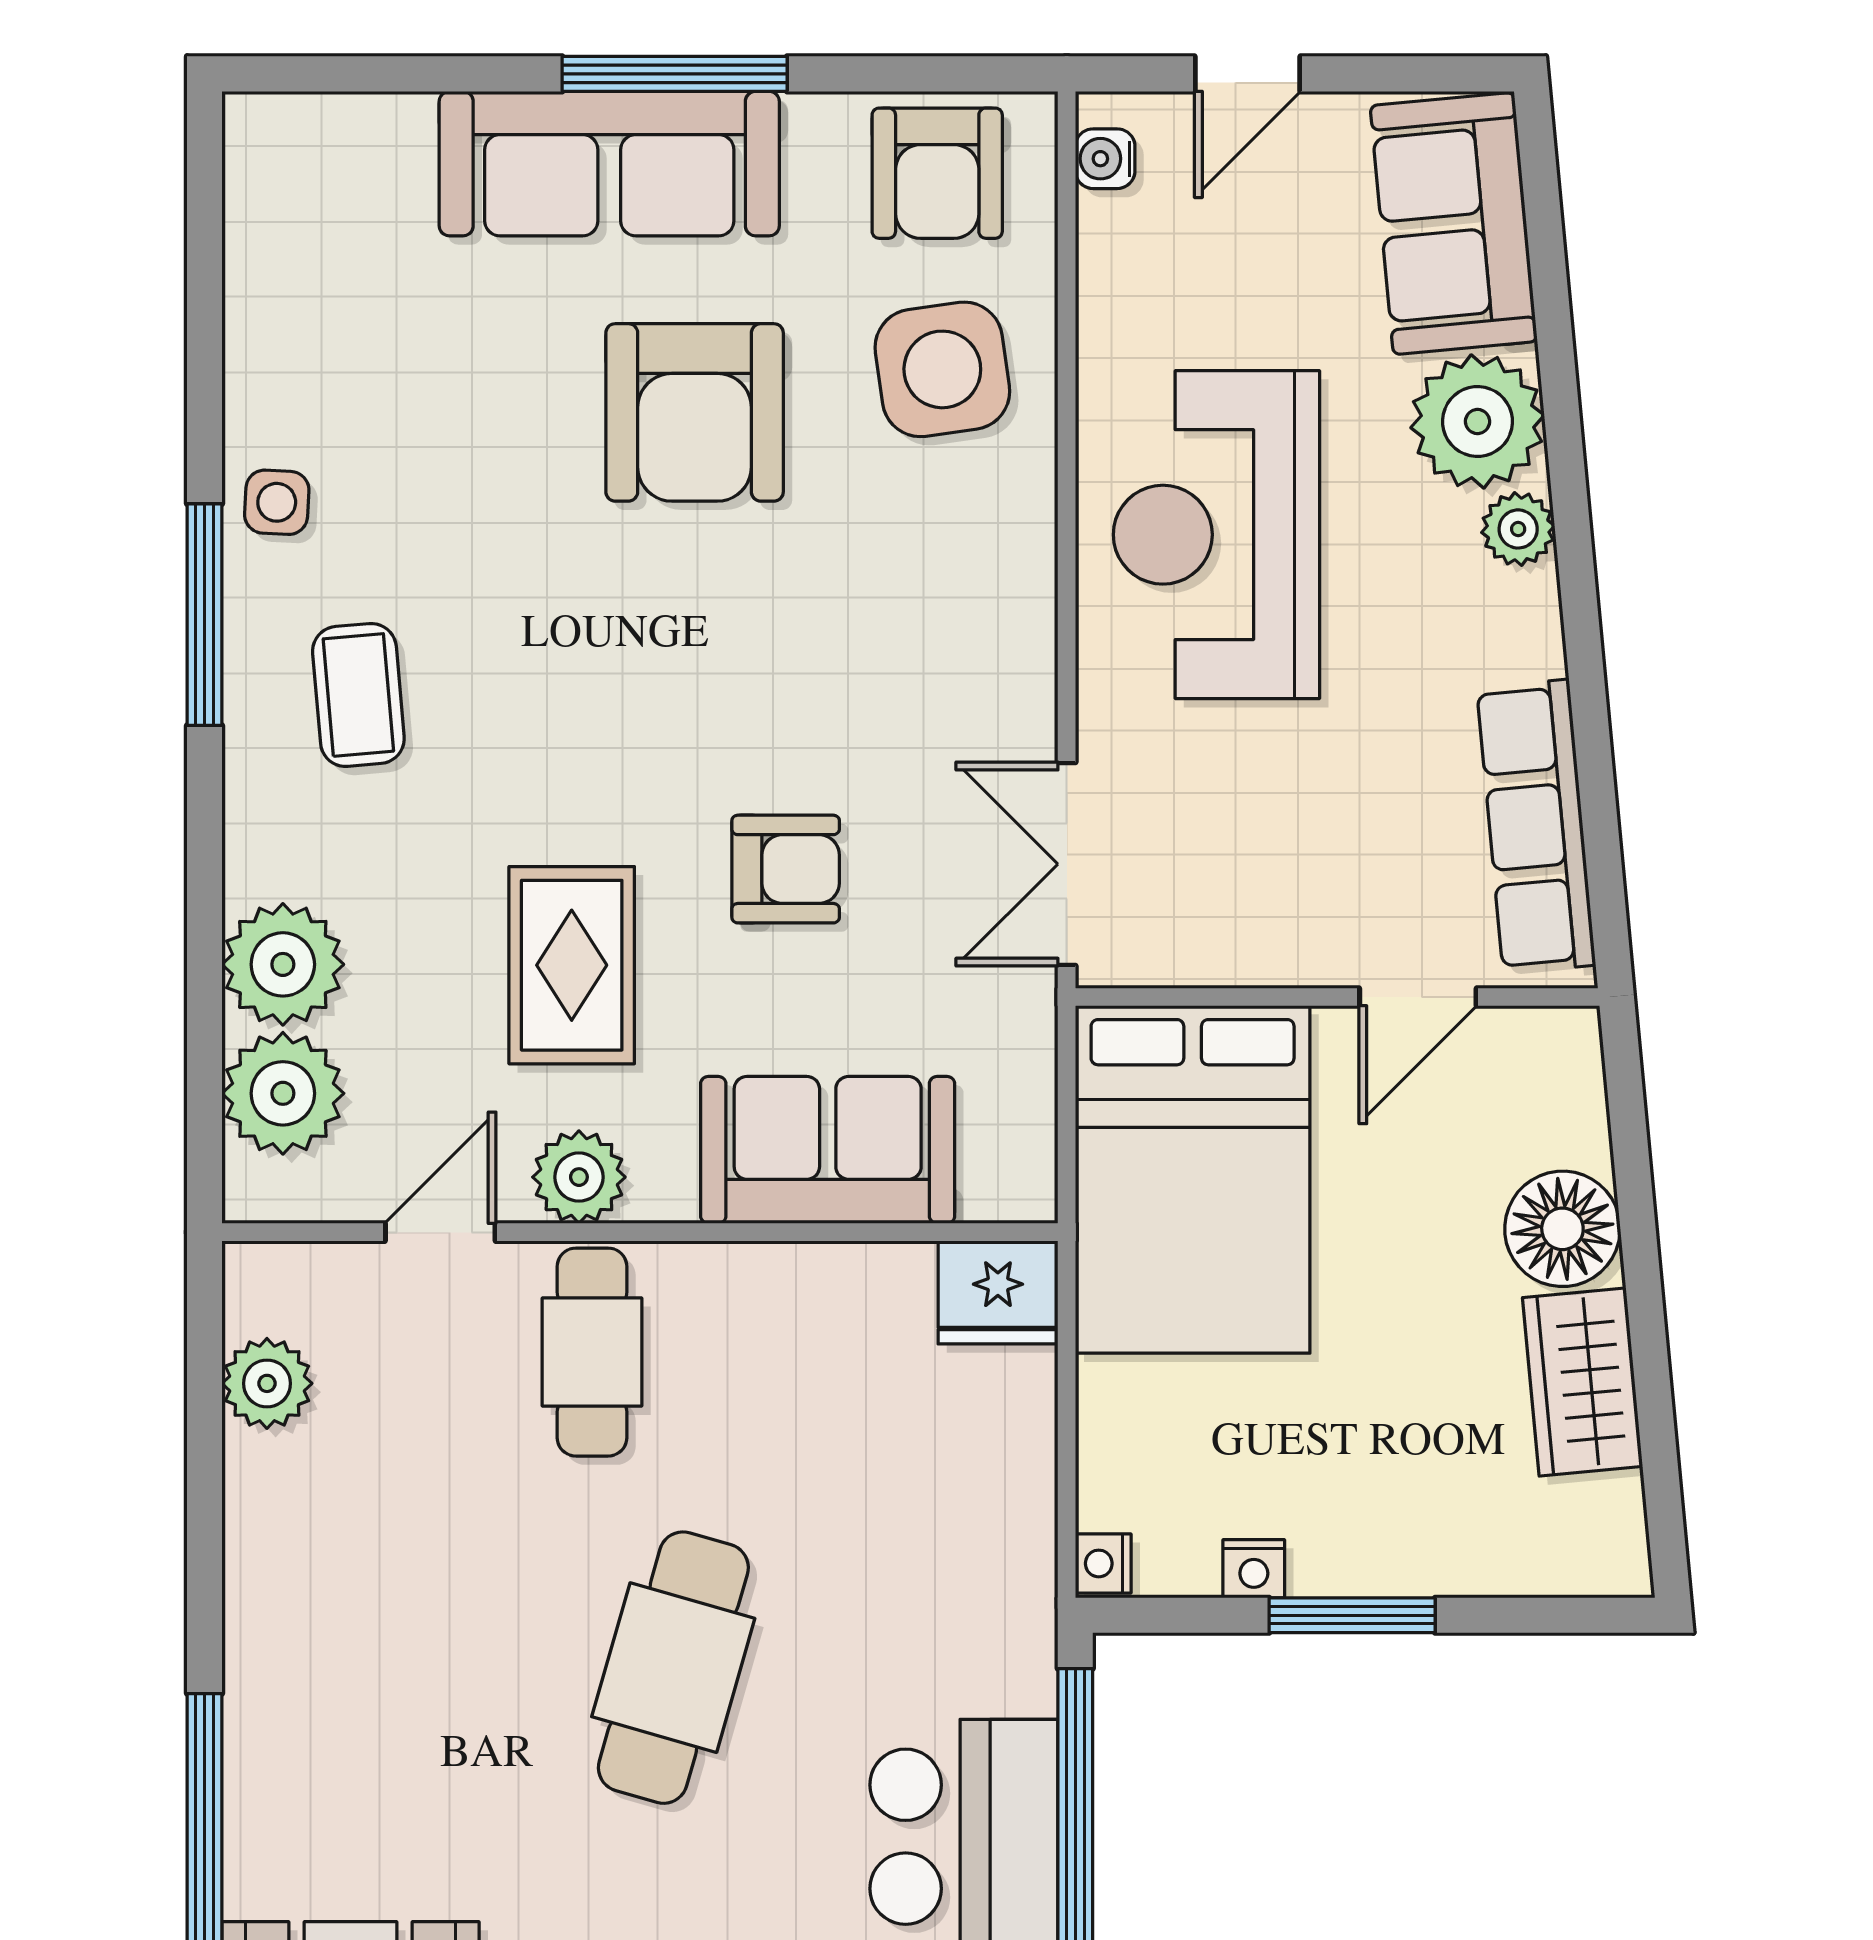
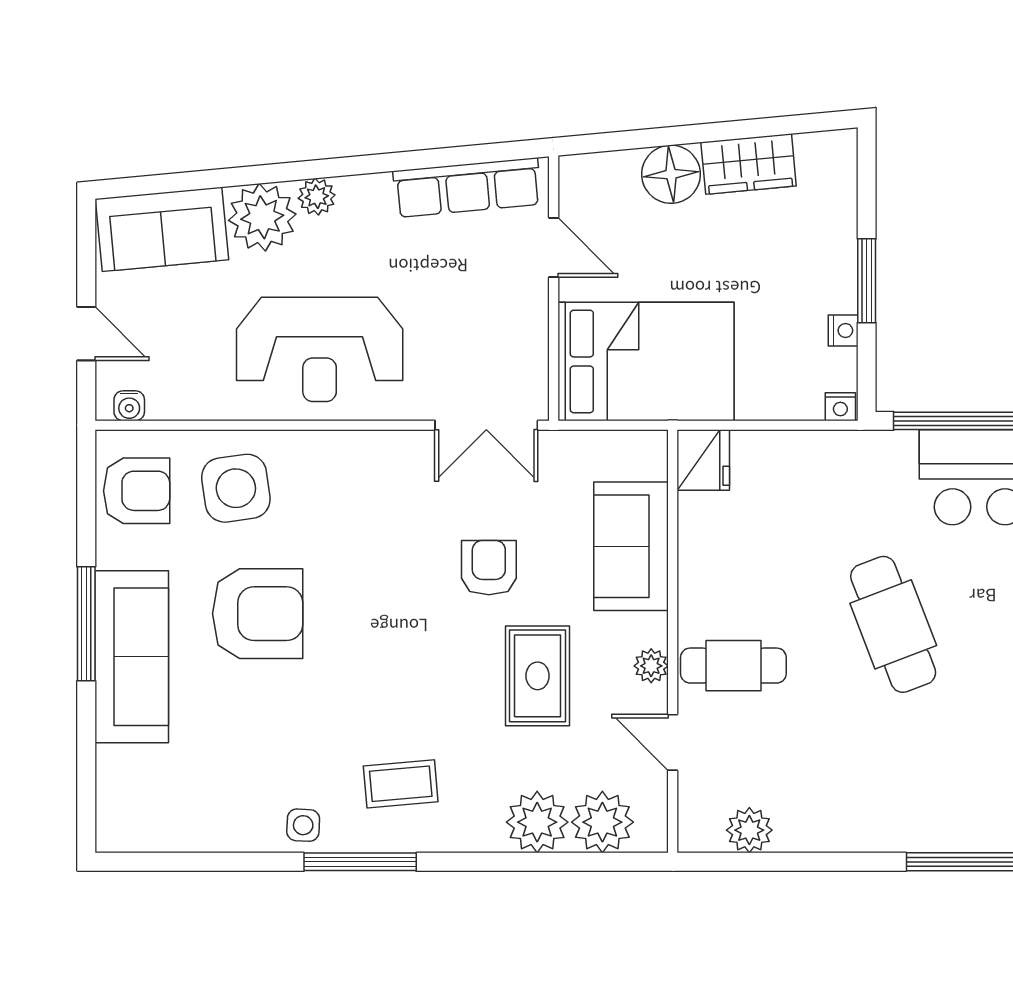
rug: (572, 965) -> (538, 676), turned 90
plant: (579, 1177) -> (651, 666), width x0.73, depth x0.73
cafe table: (673, 1668) -> (893, 624), turned 53

